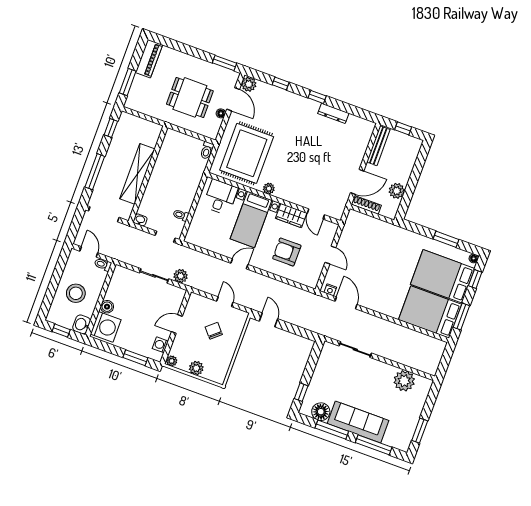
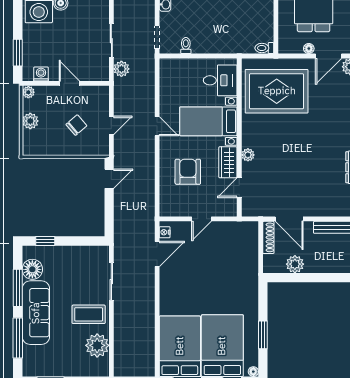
plant: (269, 189) -> (248, 155), moved
coffee table: (376, 378) -> (89, 314), added

